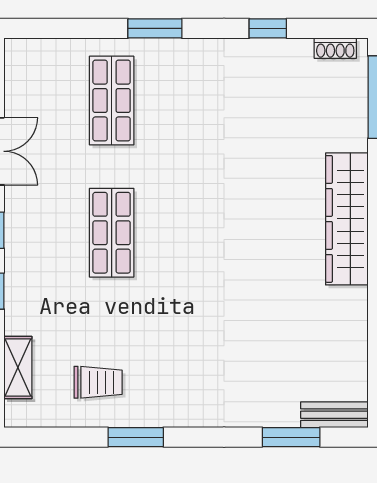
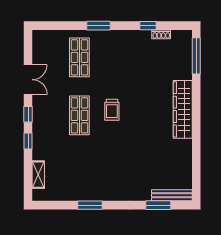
shoe rack: (335, 48) -> (161, 34), moved
trolley: (98, 382) -> (112, 110), moved, turned 90
bench: (334, 415) -> (172, 195), width x1.36

